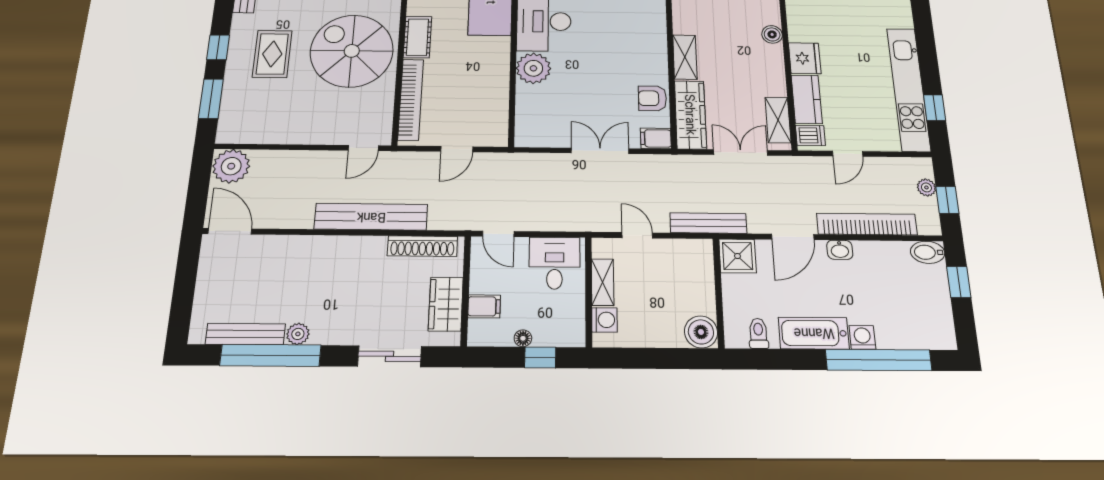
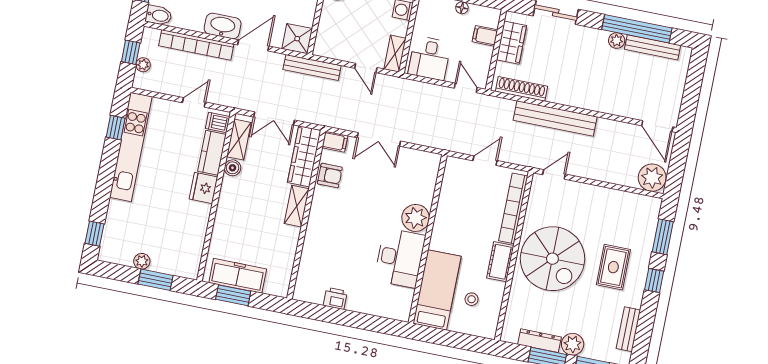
boiler: (772, 34) -> (232, 168), moved
washbasin: (840, 250) -> (223, 26), width x1.91, depth x1.45
shelving: (603, 282) -> (395, 54), moved

